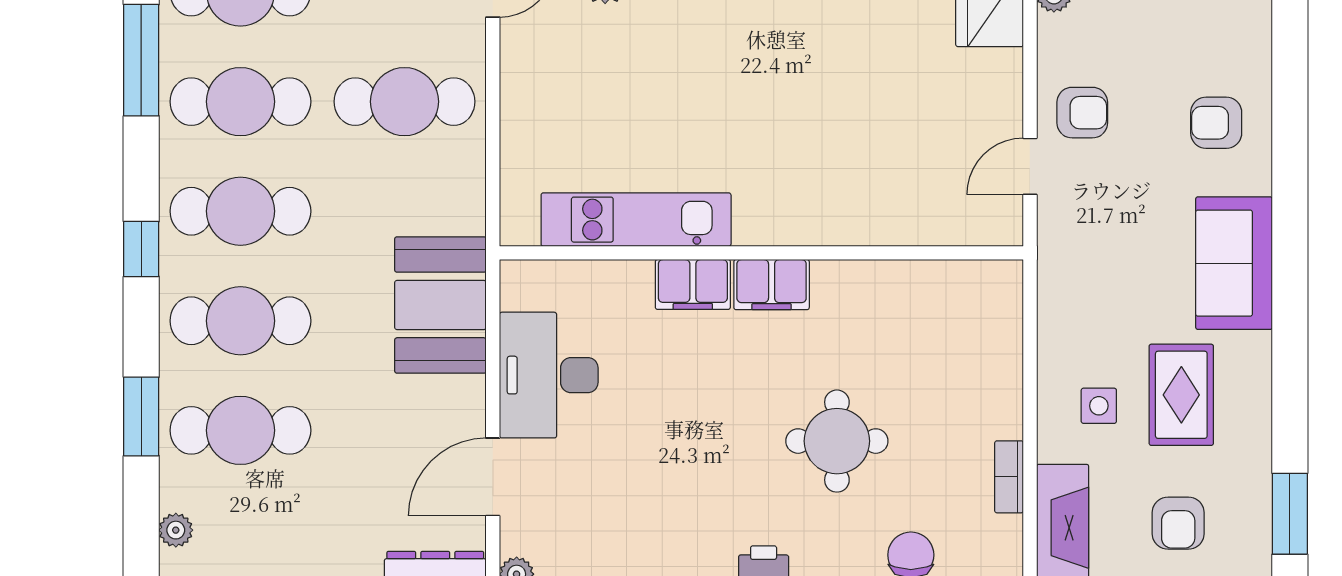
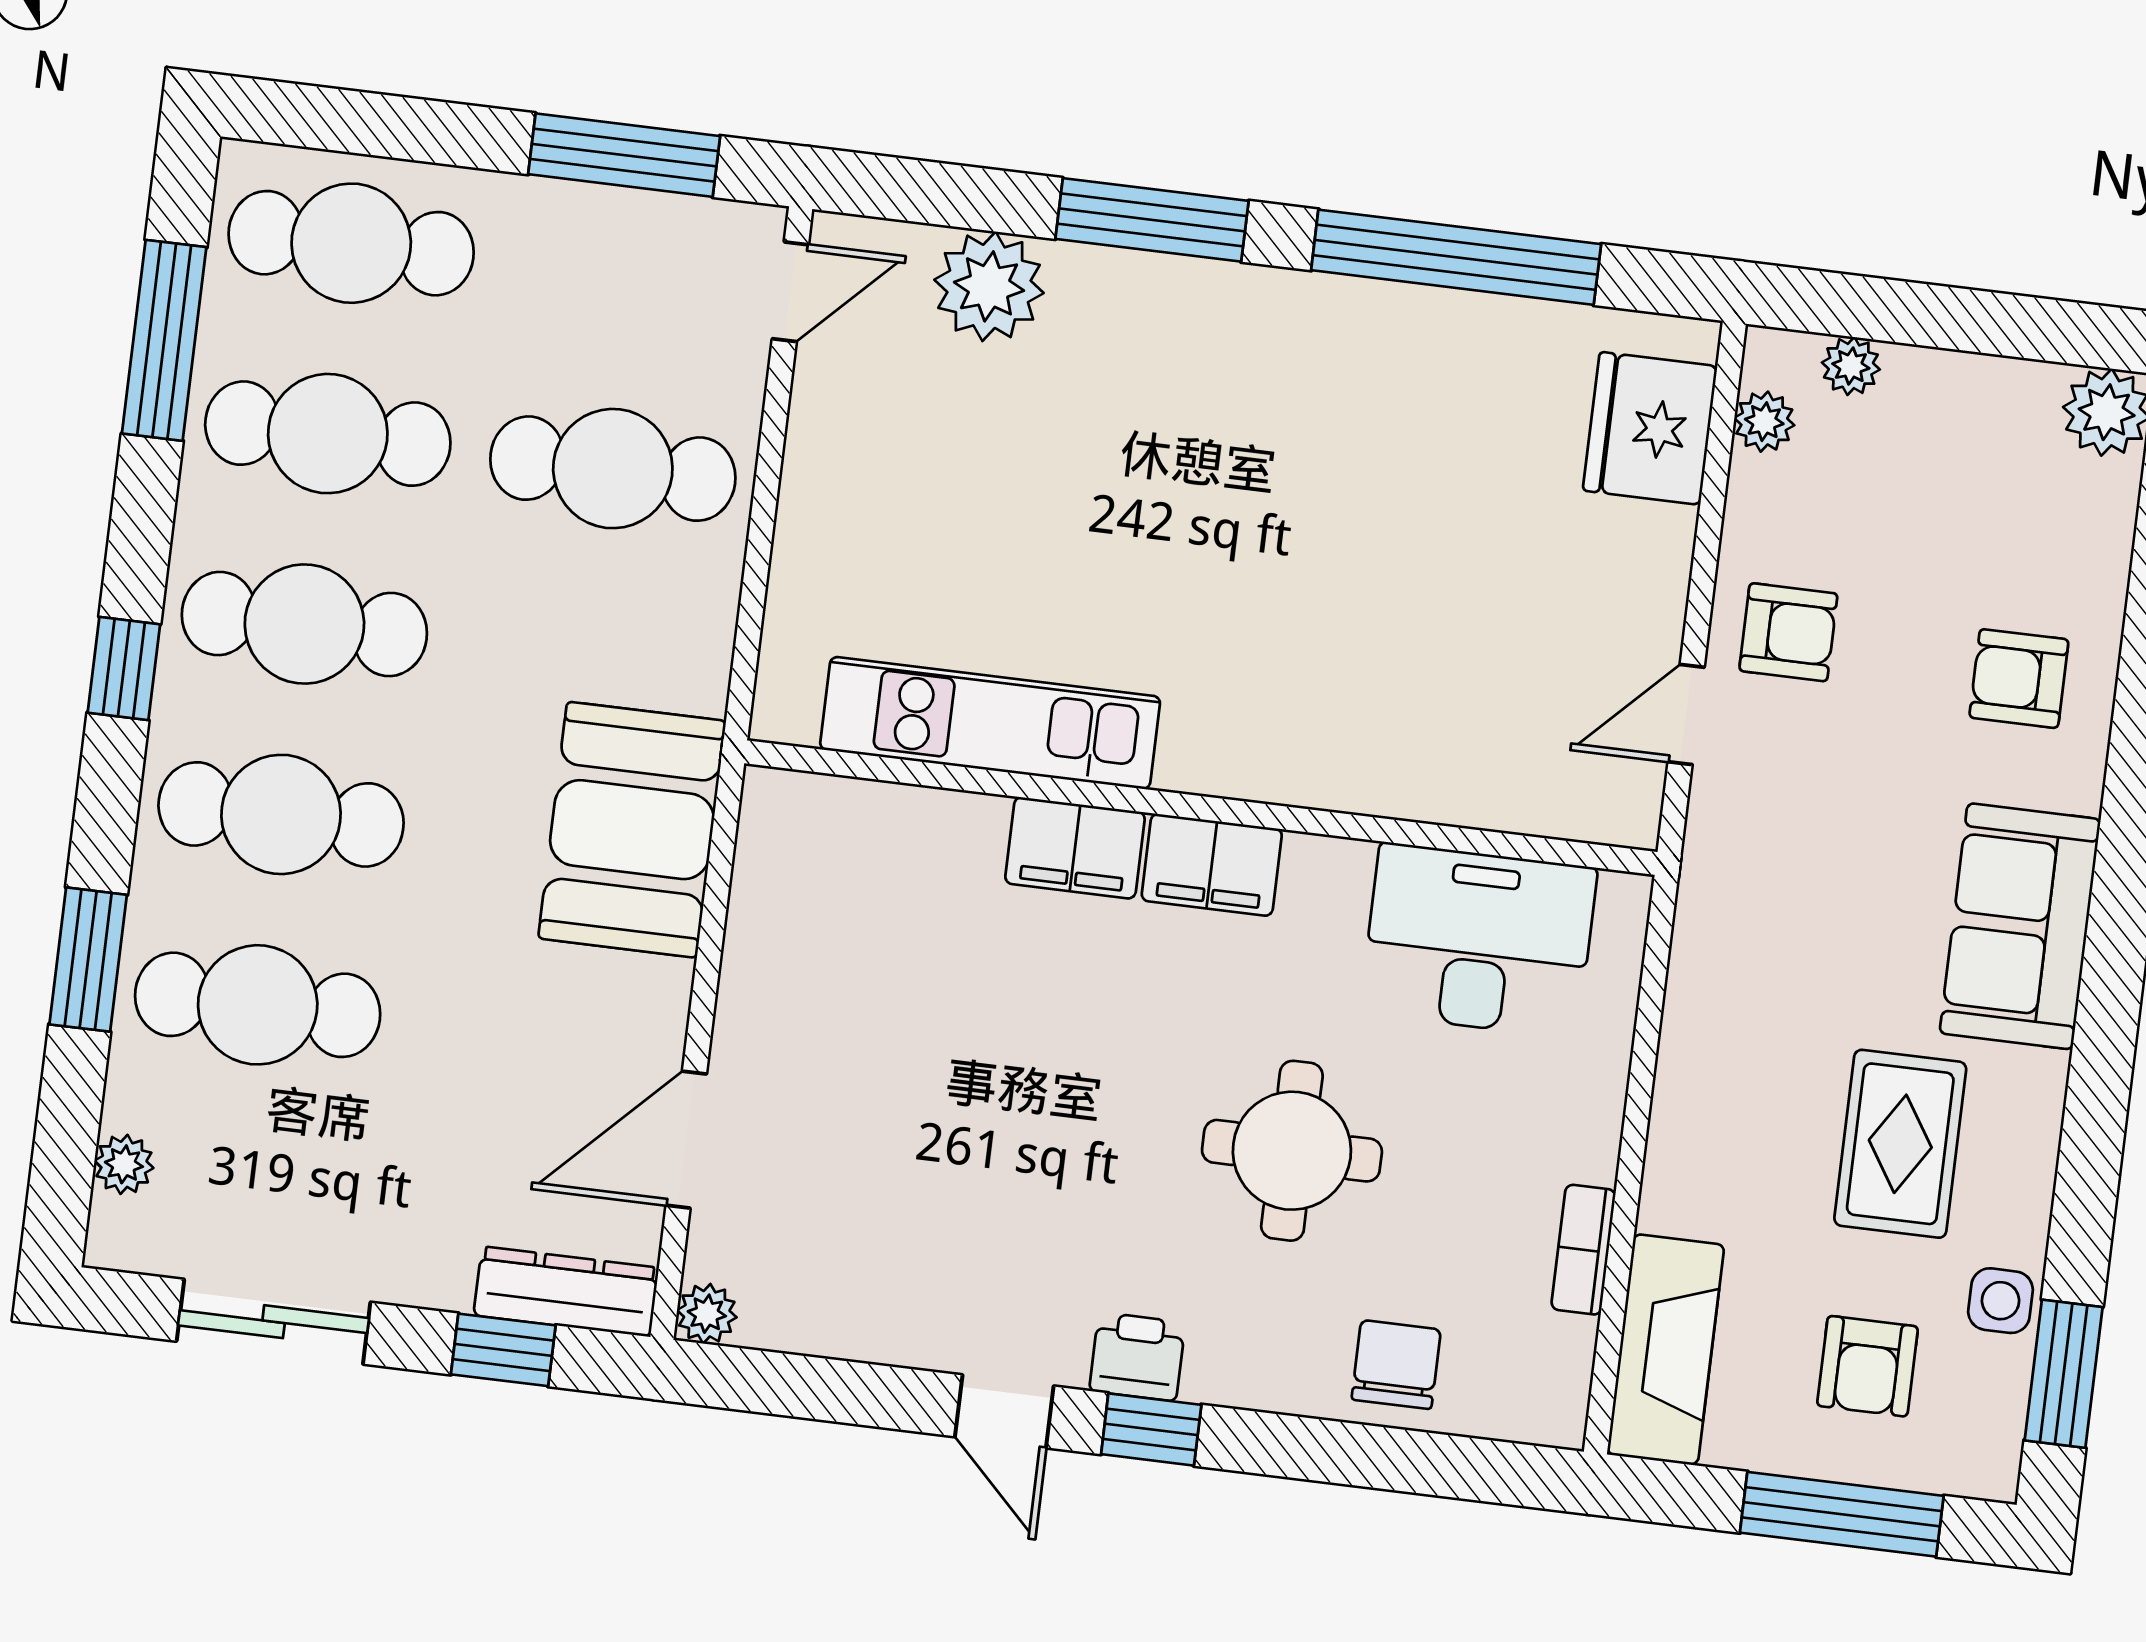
desk: (549, 375) -> (1479, 940), moved, turned 90
side table: (1099, 406) -> (2001, 1301), moved

